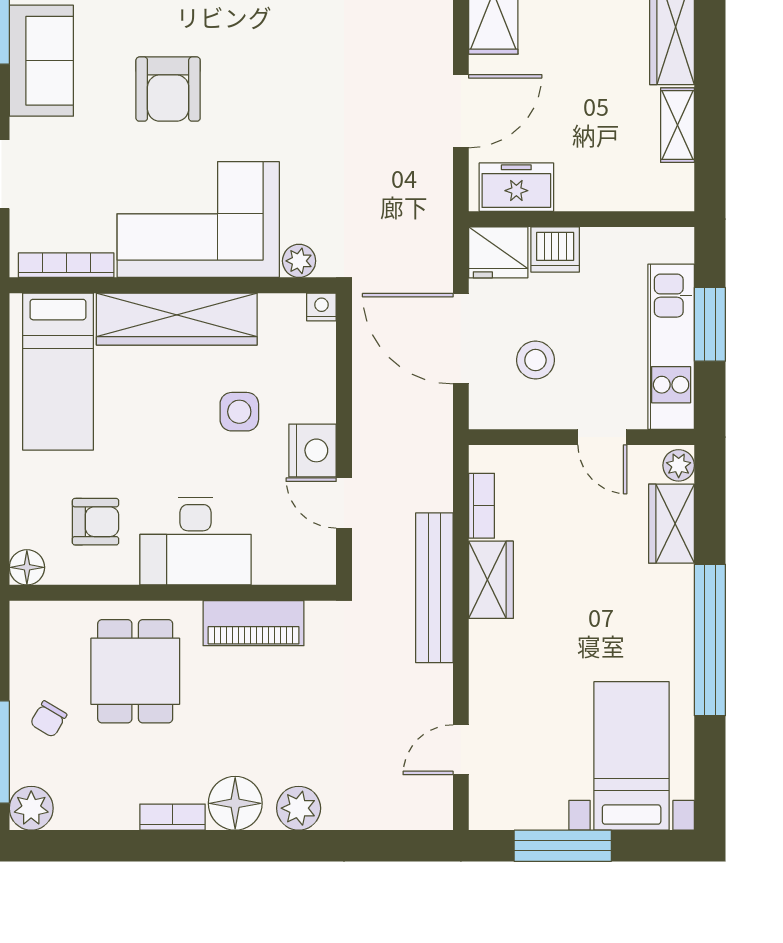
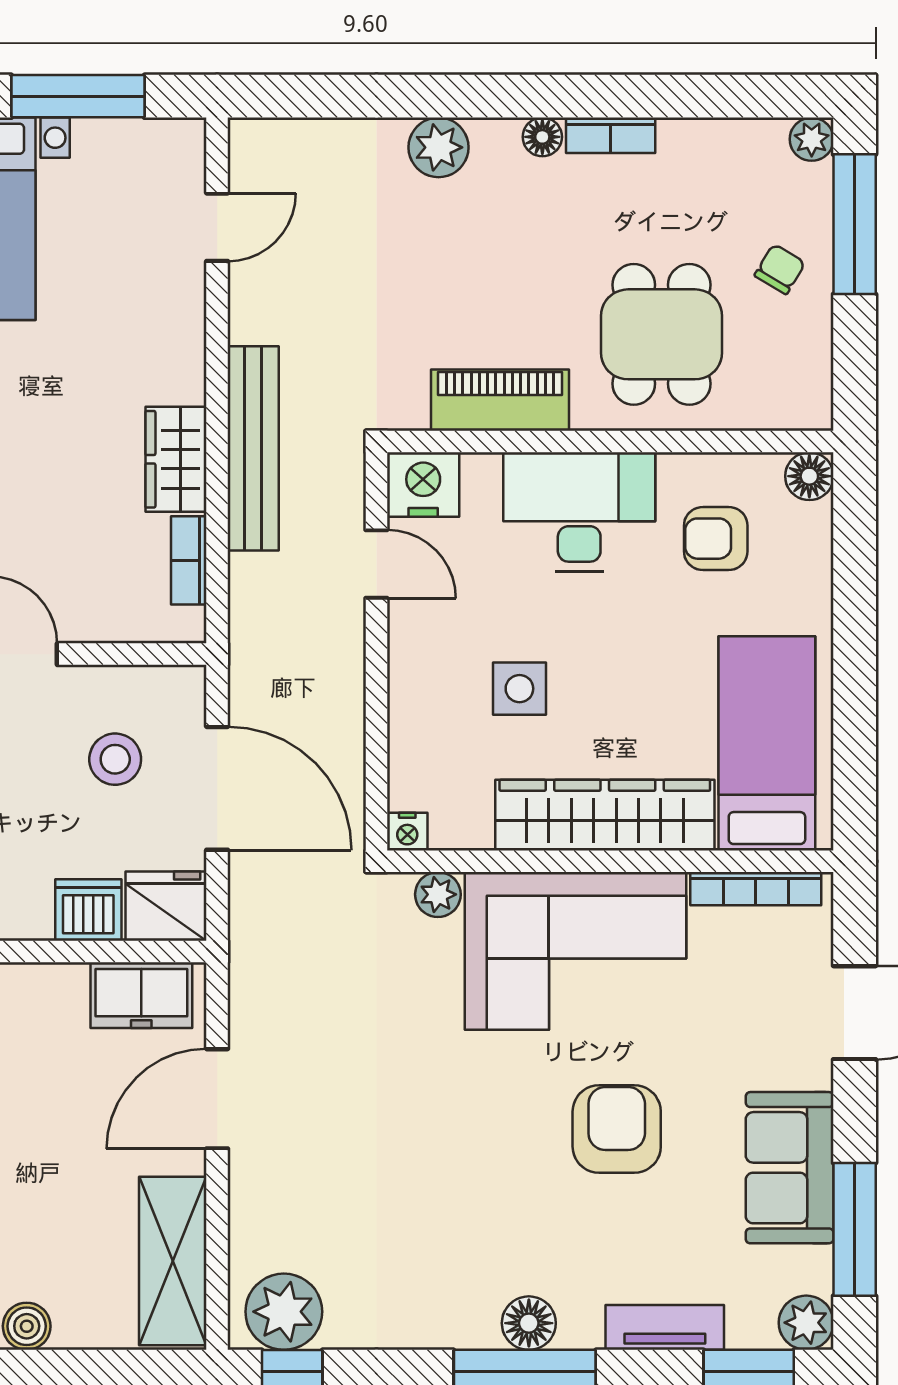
nightstand: (313, 450) -> (423, 484), moved, turned 90
floor lamp: (235, 803) -> (542, 137), width x0.53, depth x0.53
plant: (31, 808) -> (812, 139), width x0.73, depth x0.73

